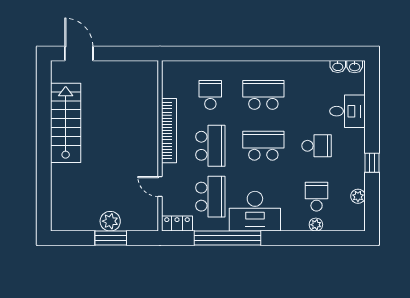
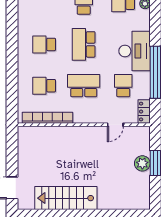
school desk: (263, 95) -> (44, 44), width x0.54
bookcase: (169, 131) -> (47, 118), moved
school desk: (210, 197) -> (123, 86), width x0.54

